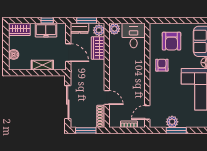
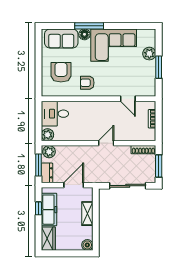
freezer: (46, 30) -> (49, 210), width x1.40
armchair: (171, 41) -> (61, 72), turned -90
wardrobe: (98, 48) -> (69, 153), removed
boiler: (14, 54) -> (87, 245), moved
door: (107, 98) -> (106, 143), moved
door: (147, 112) -> (128, 99), moved
plant: (172, 122) -> (149, 54), moved

